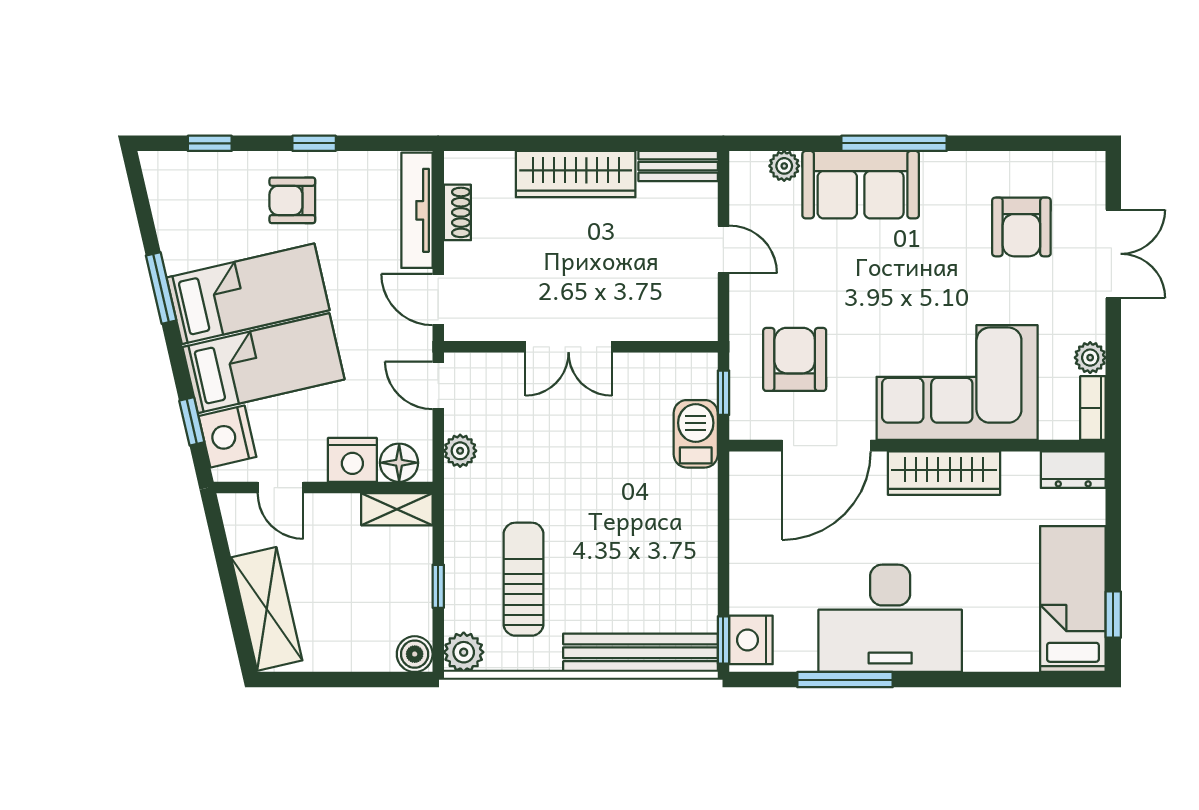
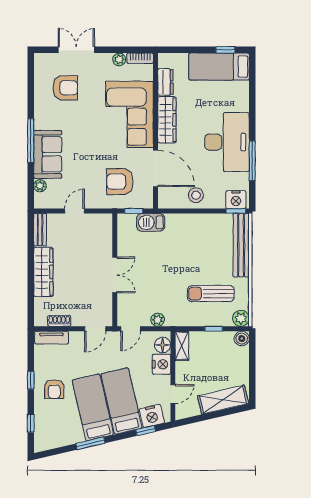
tv unit: (417, 210) -> (51, 338), width x0.71
dresser: (1073, 470) -> (165, 82), moved
stool: (761, 543) -> (196, 195), added

